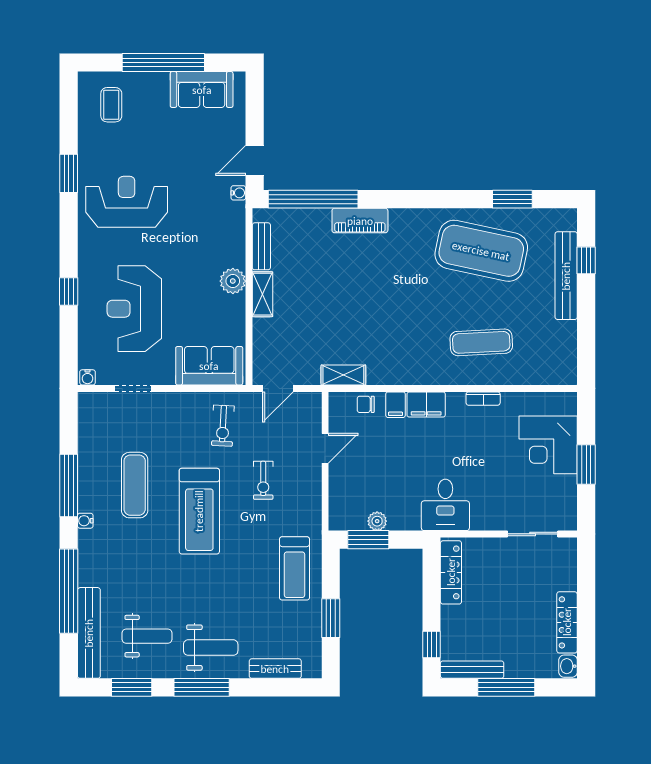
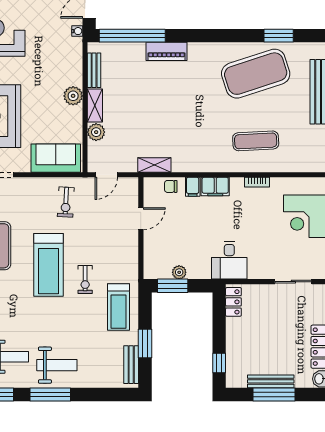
exercise mat: (481, 251) -> (256, 74), turned -30
plant: (264, 330) -> (96, 132), added
exercise bike: (263, 480) -> (85, 280), moved
locker: (451, 572) -> (233, 302), width x0.66
bench: (275, 669) -> (131, 365), moved, turned 90
bench: (472, 670) -> (271, 381), moved

